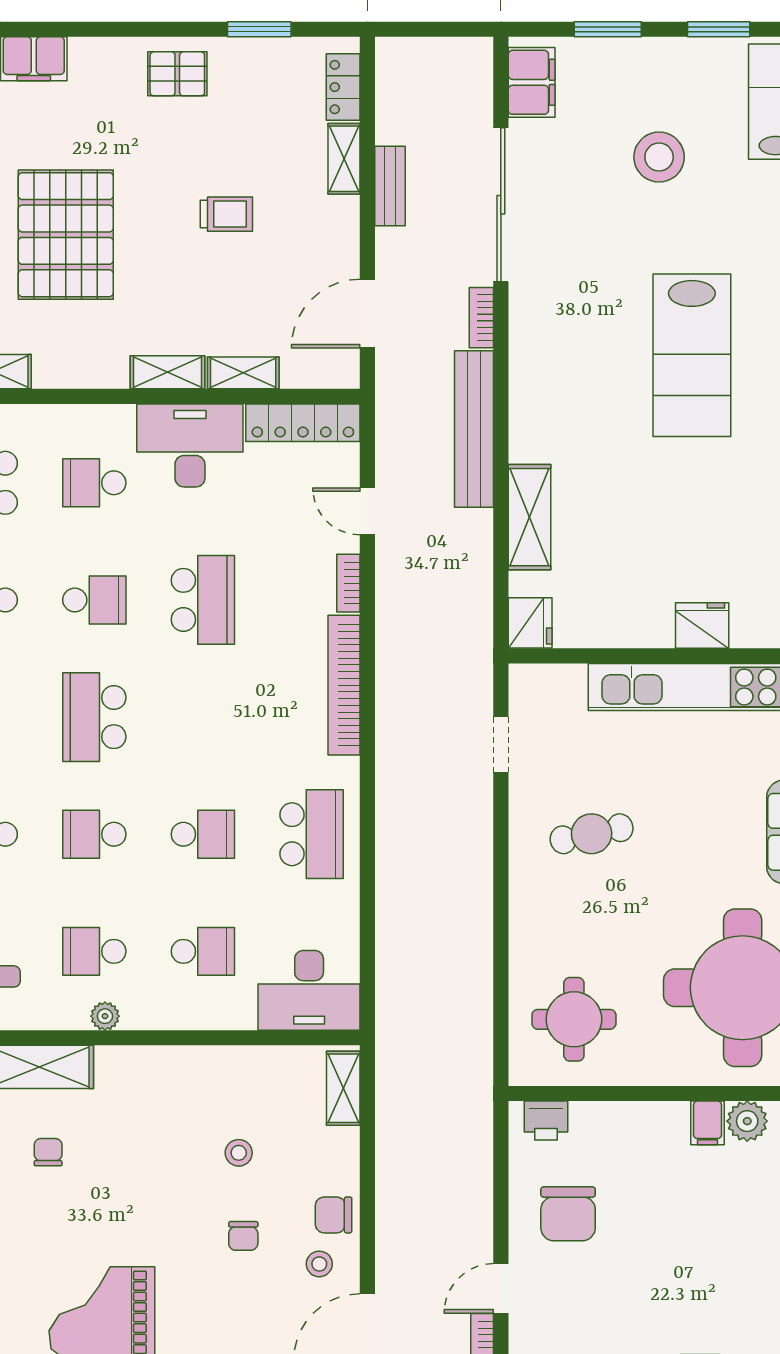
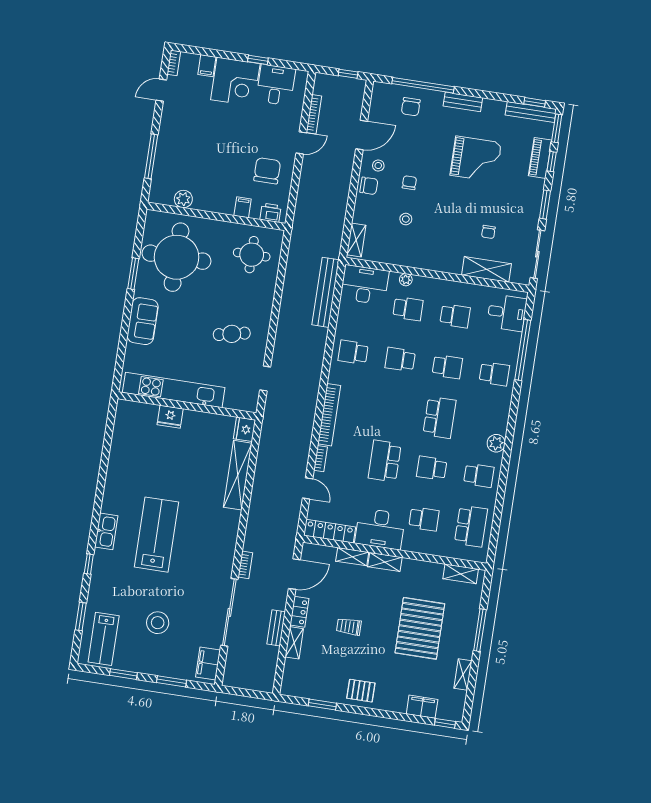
locker: (343, 87) -> (299, 612), moved
bench: (474, 429) -> (326, 292), moved
shelving: (529, 517) -> (238, 475), width x1.47
school desk: (312, 834) -> (353, 352), width x0.54
school desk: (203, 951) -> (408, 309), turned 180
plant: (105, 1016) -> (406, 280), moved
filing cabinet: (708, 1123) -> (243, 207), moved

